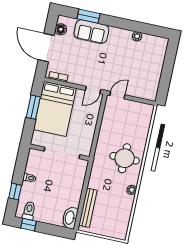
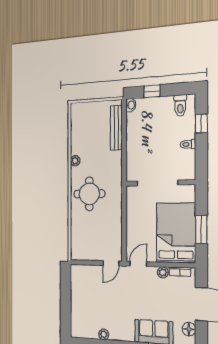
plant: (73, 79) -> (163, 272), added
washbasin: (70, 218) -> (131, 105), width x0.52, depth x0.69
window: (29, 225) -> (152, 91), moved

